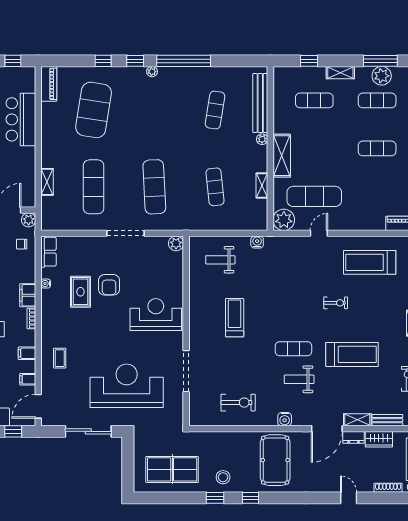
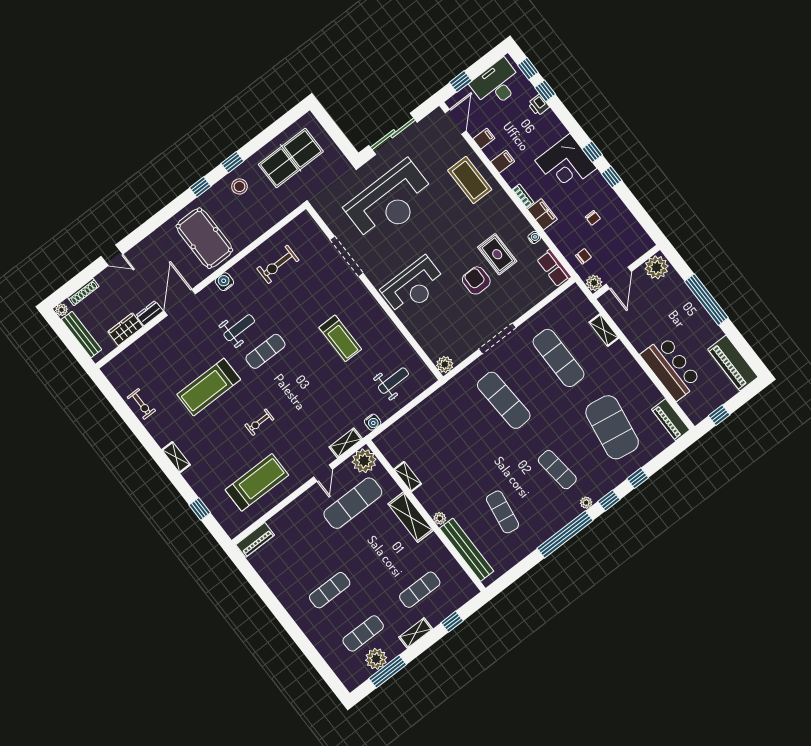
exercise mat: (215, 187) -> (557, 470), moved
coffee table: (60, 358) -> (470, 180), width x1.86, depth x1.72
shelving: (357, 420) -> (346, 443), moved
bench: (387, 420) -> (131, 352), removed

